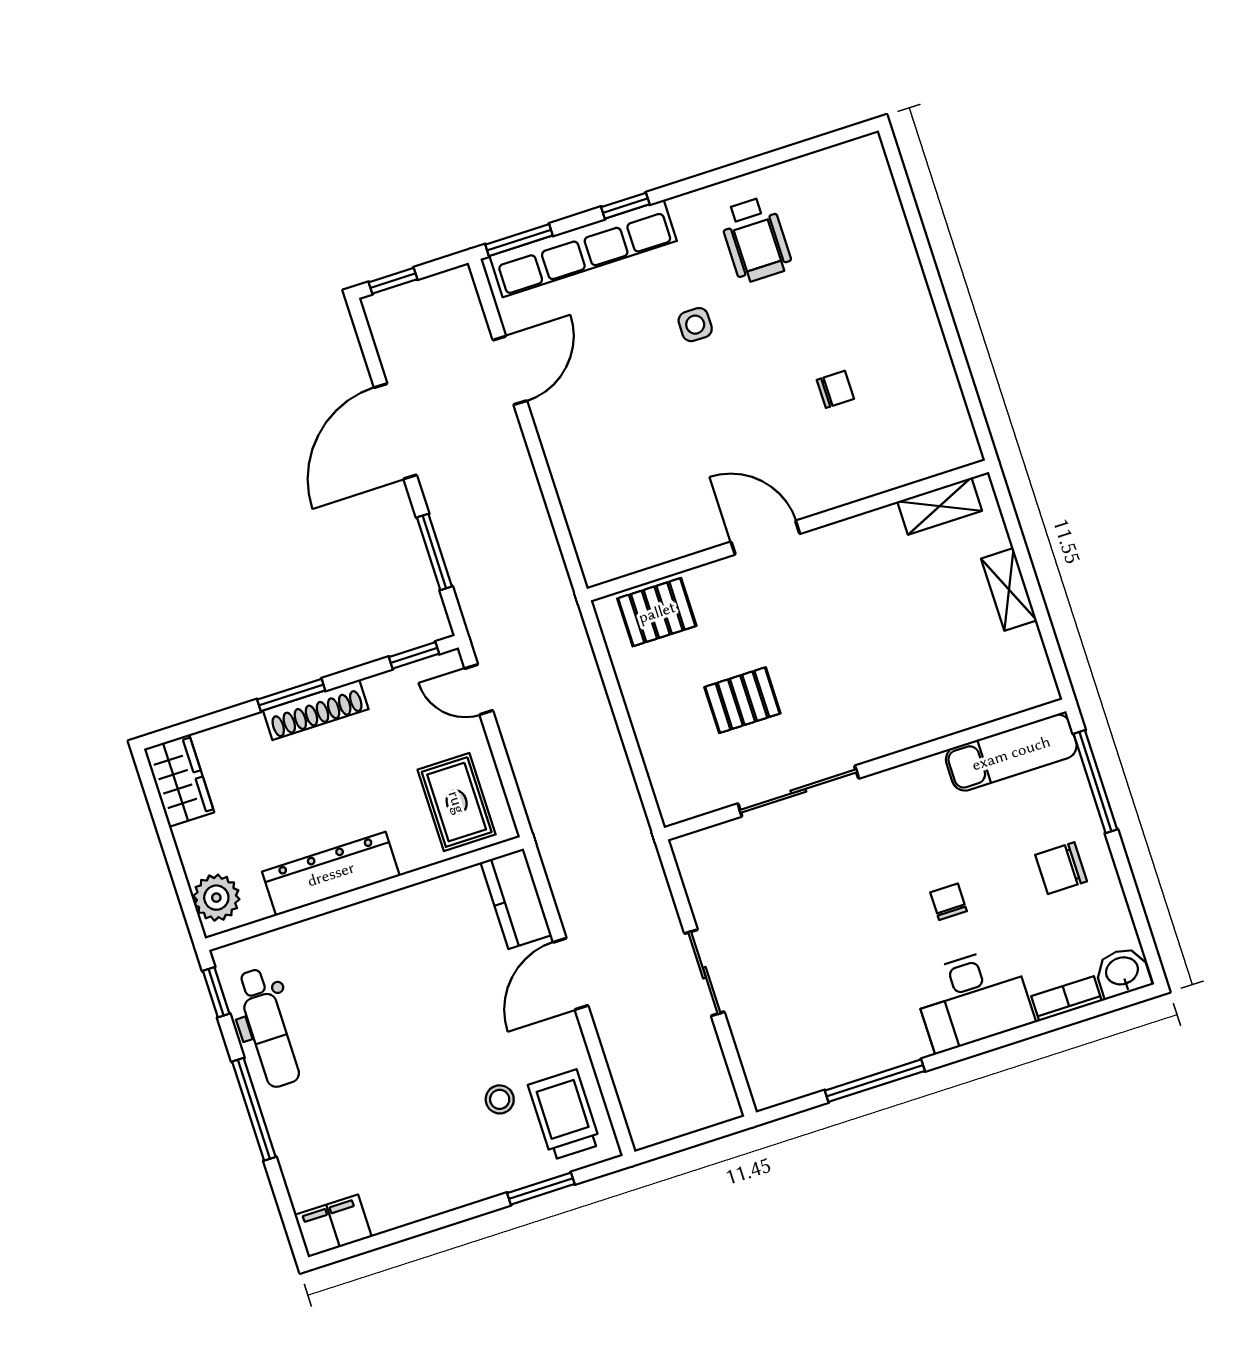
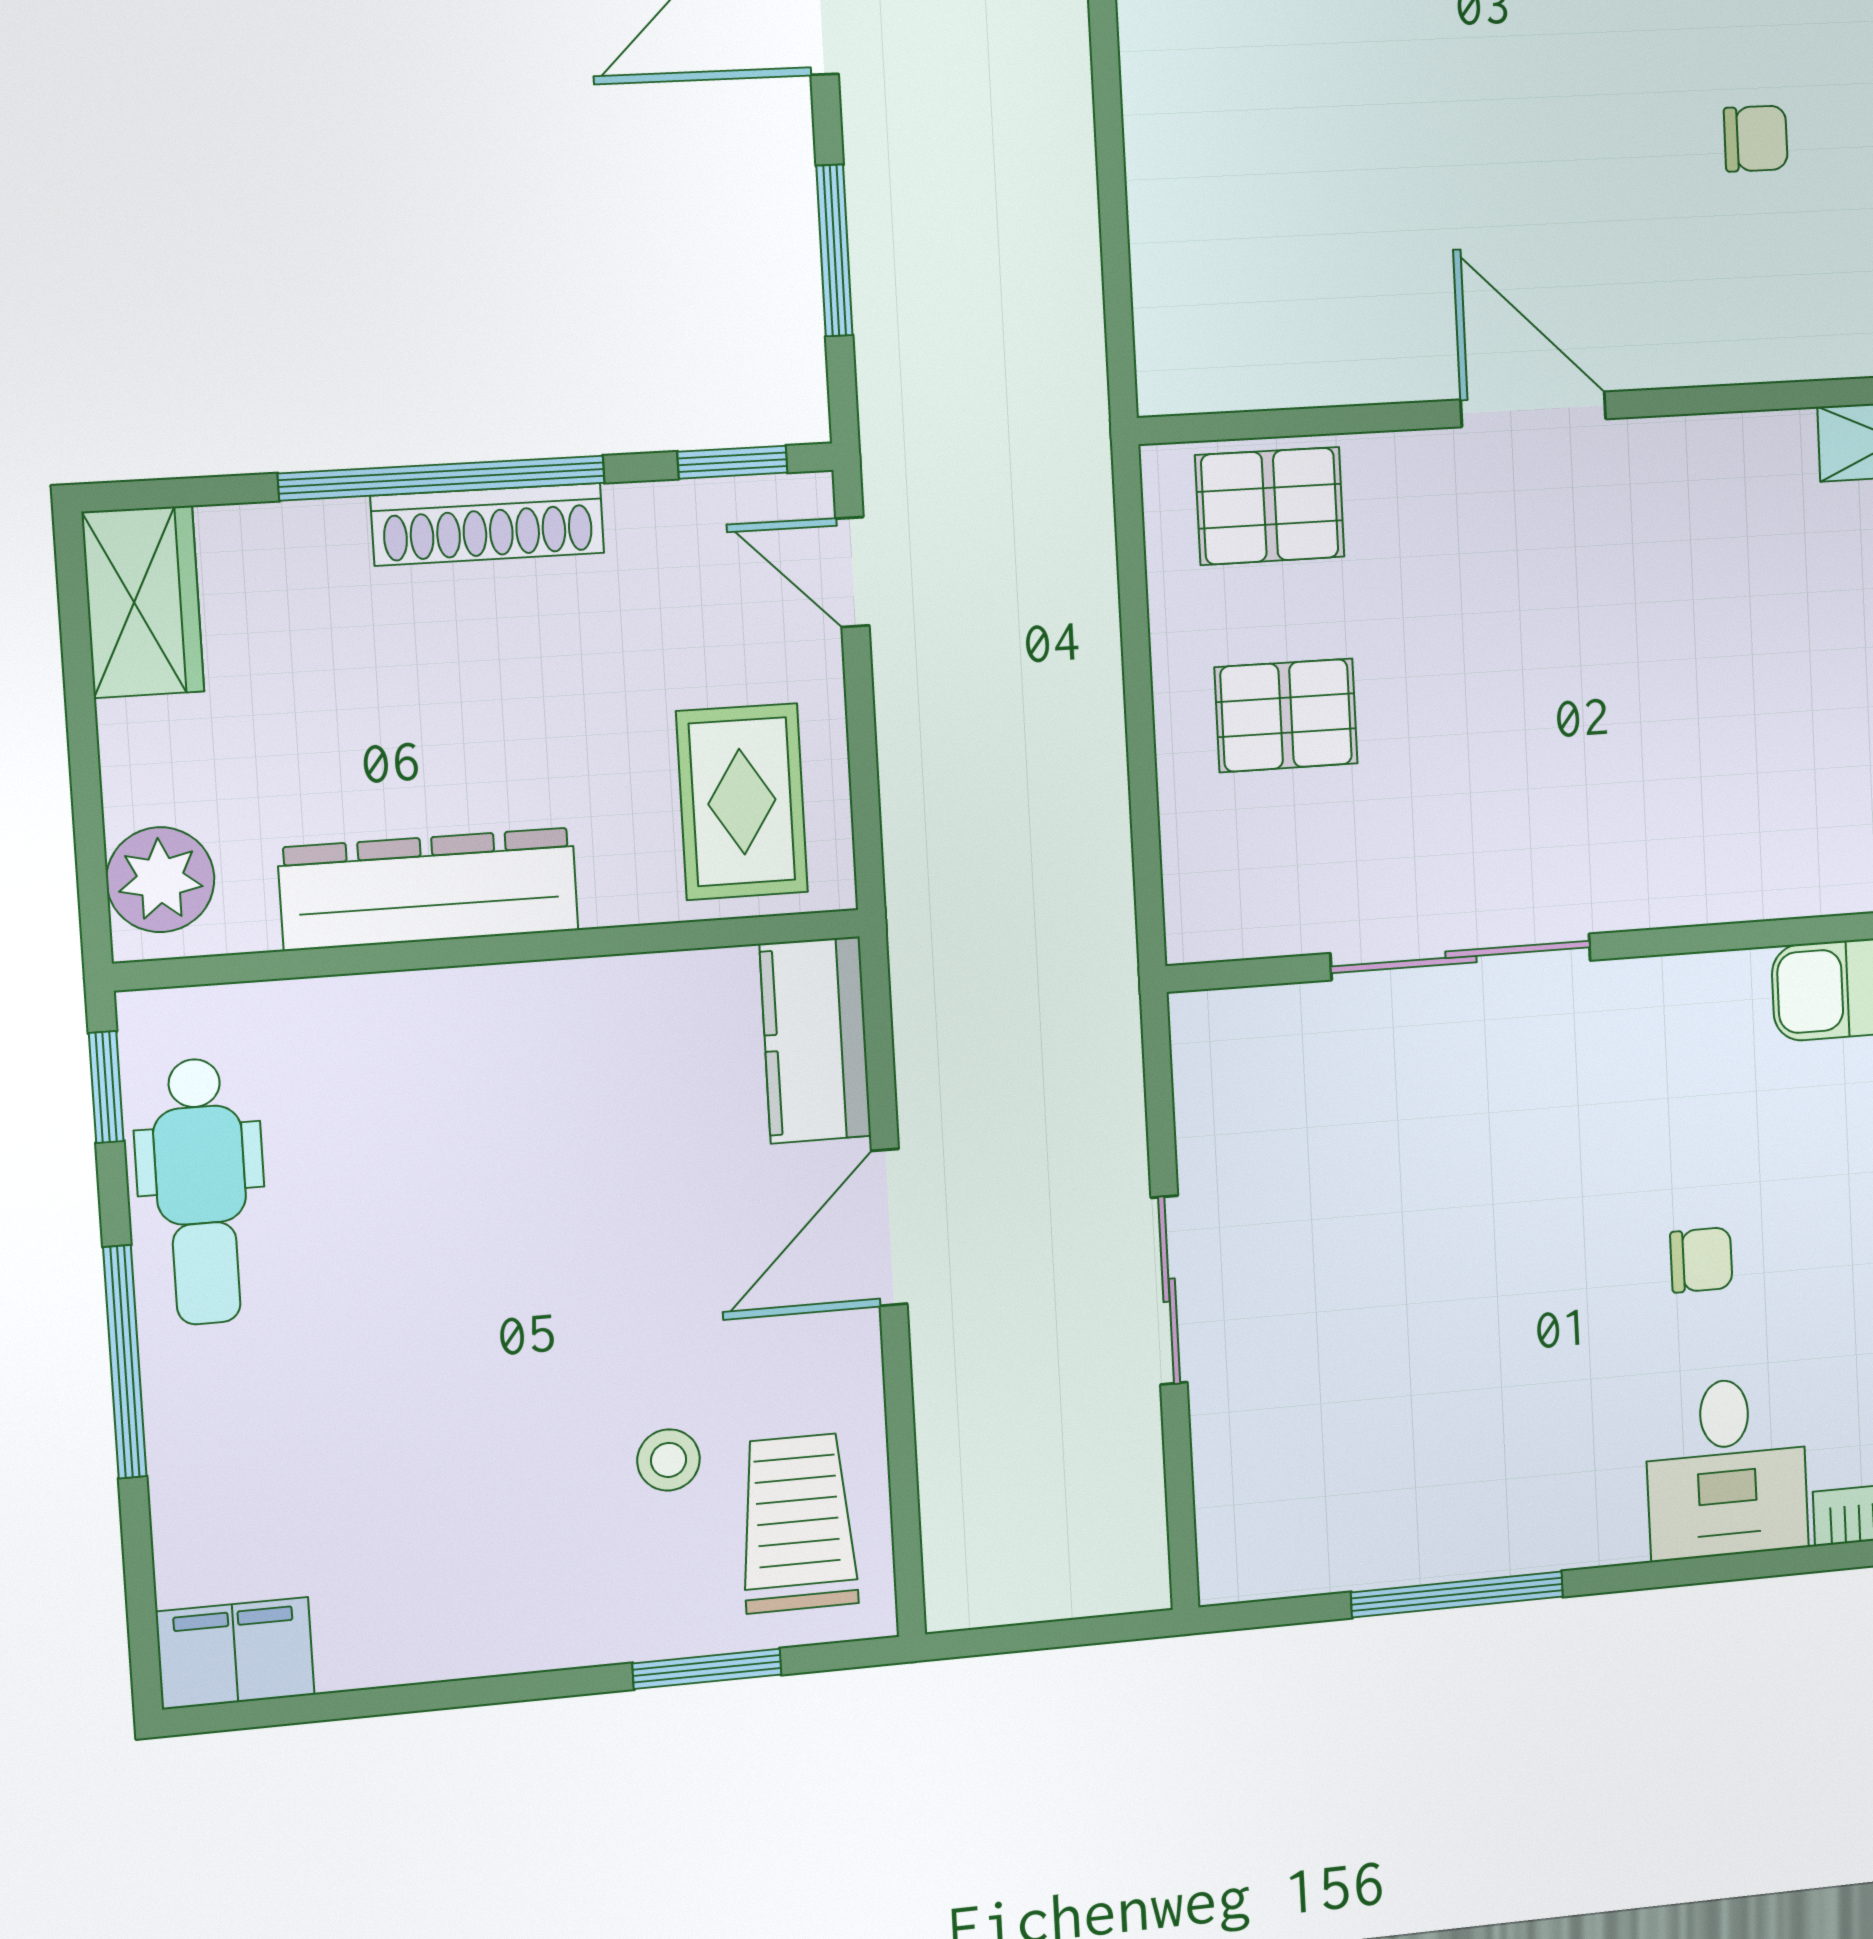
window: (291, 695) -> (442, 478), width x2.11
pallet: (742, 700) -> (1286, 715), moved
chair: (949, 902) -> (1701, 1260), turned 90
desk: (973, 999) -> (1726, 1468), width x0.73

